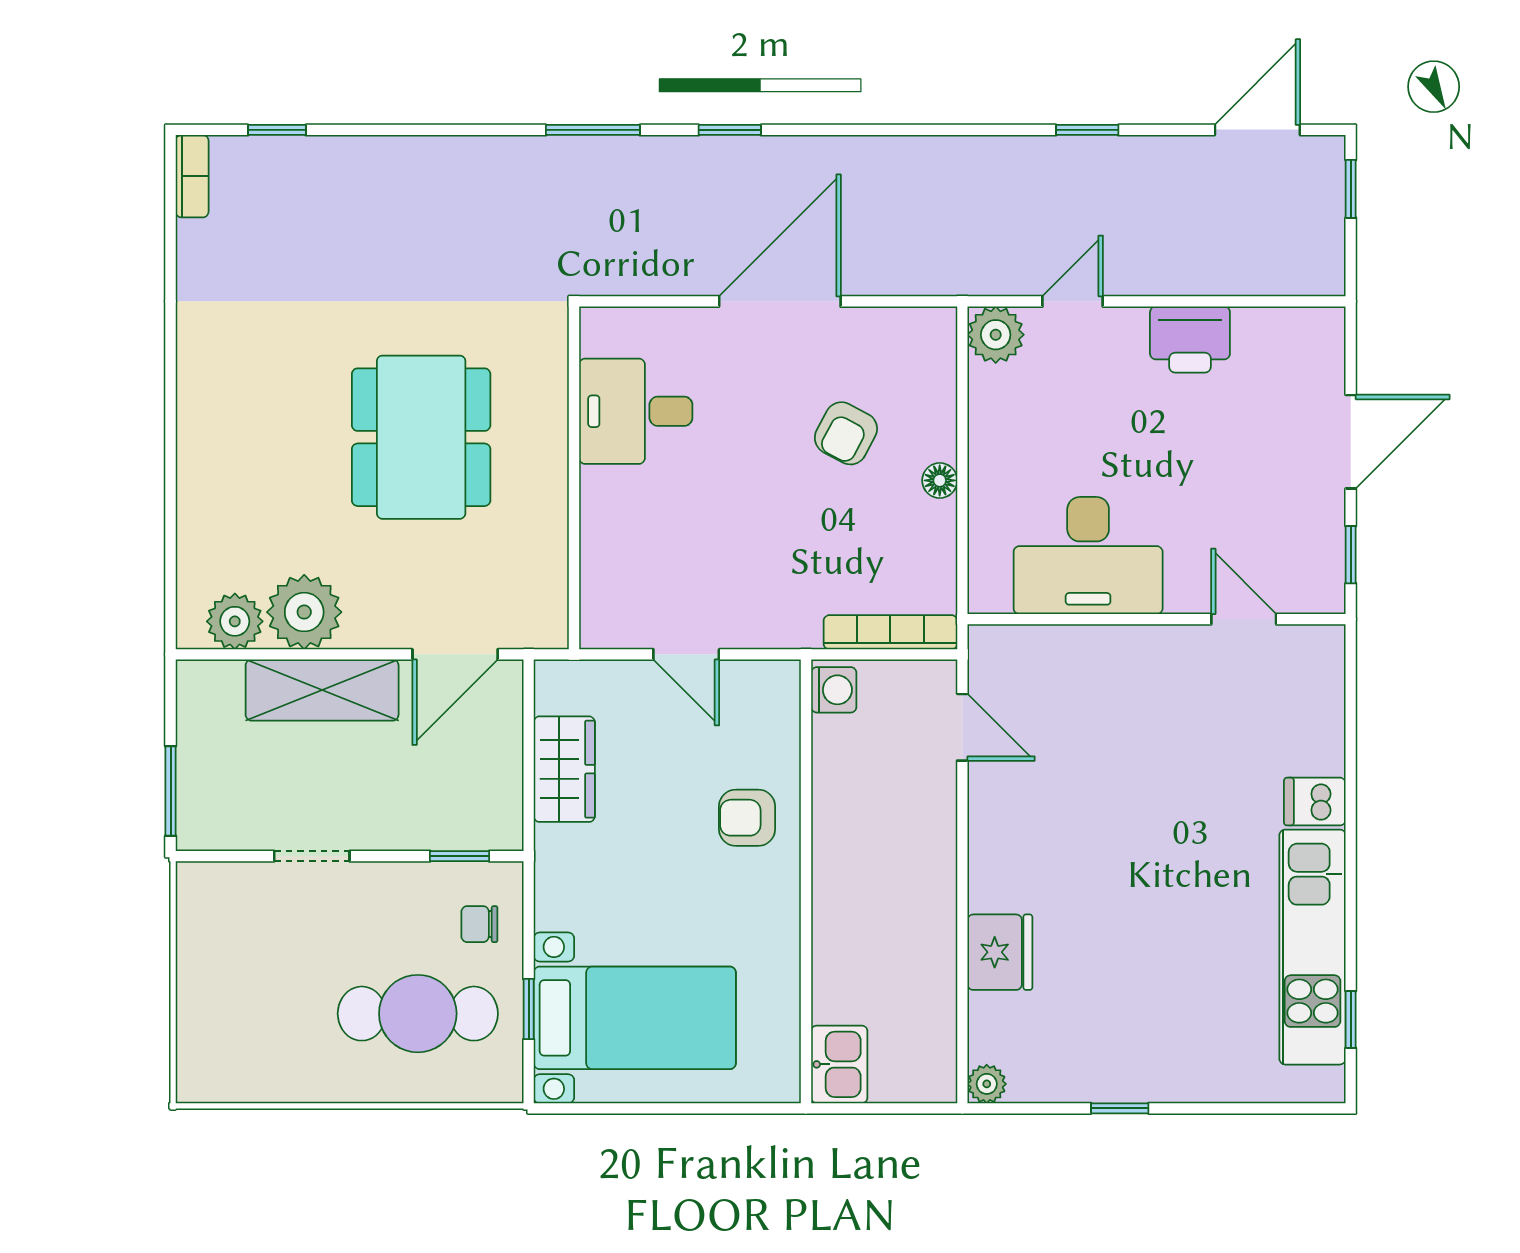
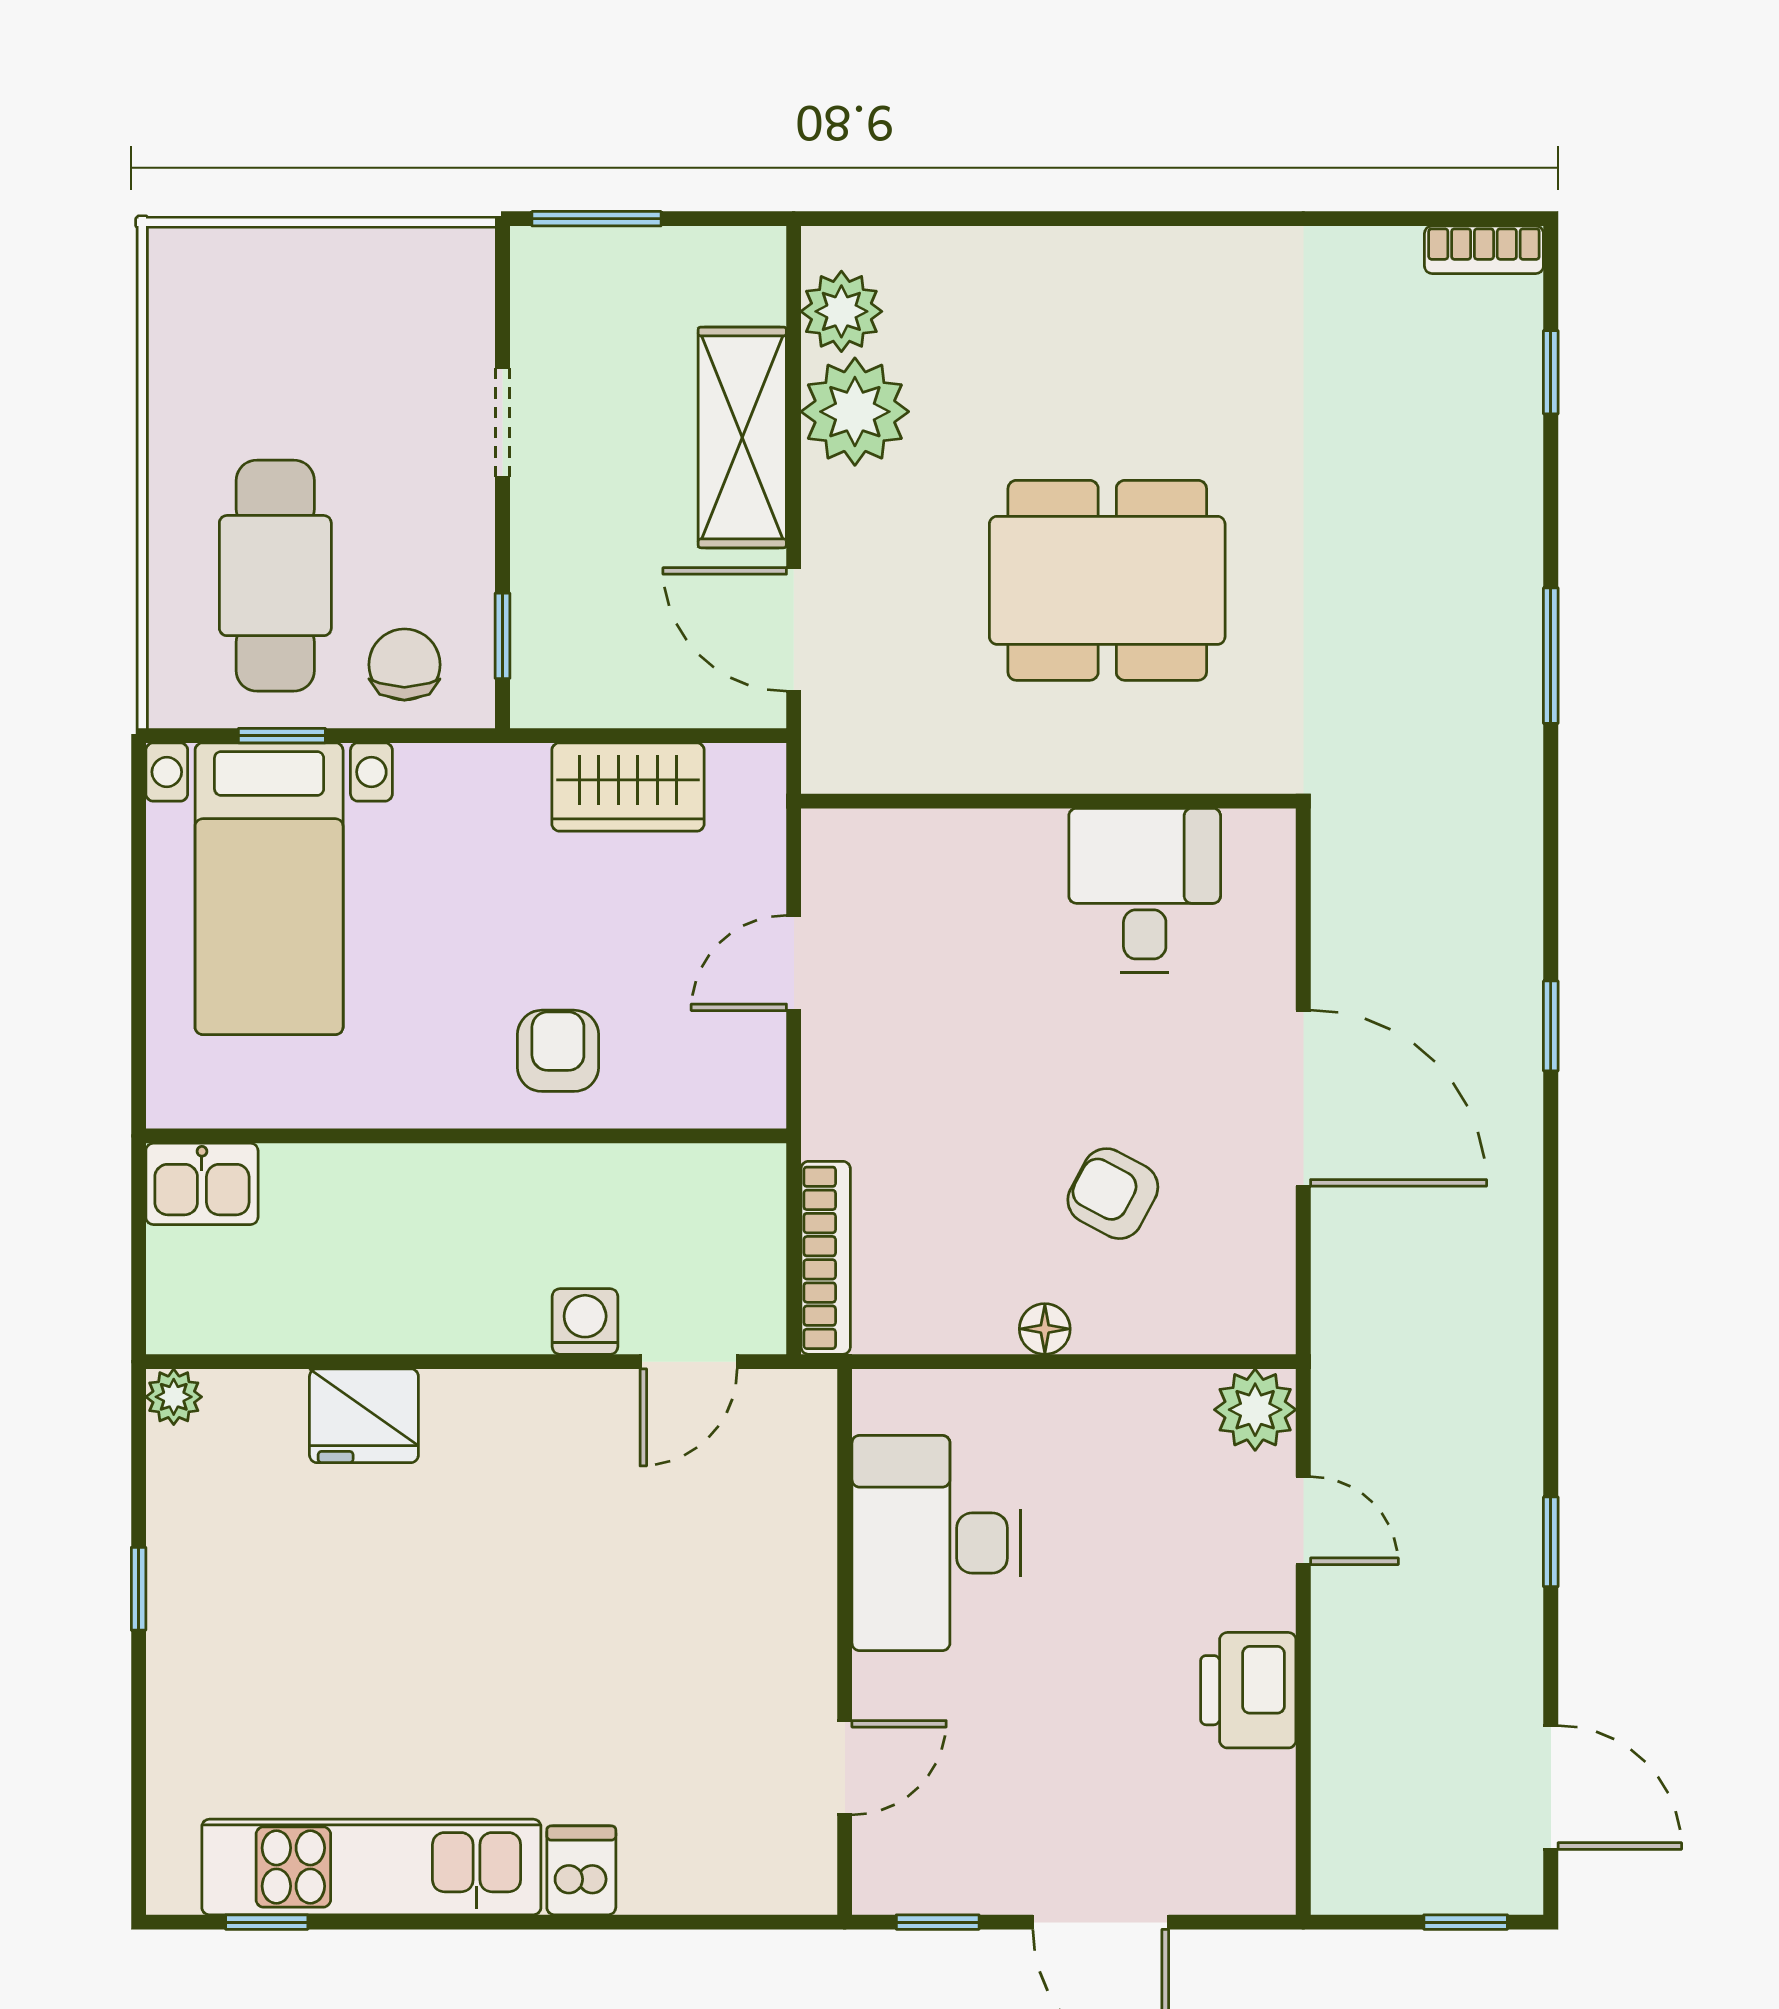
window: (593, 130) -> (1551, 656), moved
washing machine: (834, 690) -> (585, 1321), moved, turned 180
chair: (479, 924) -> (404, 665), width x1.37, depth x1.37

